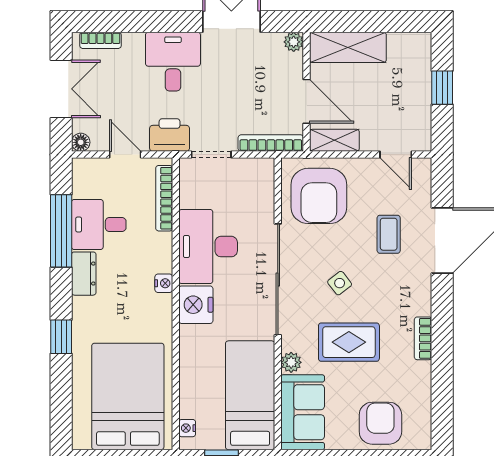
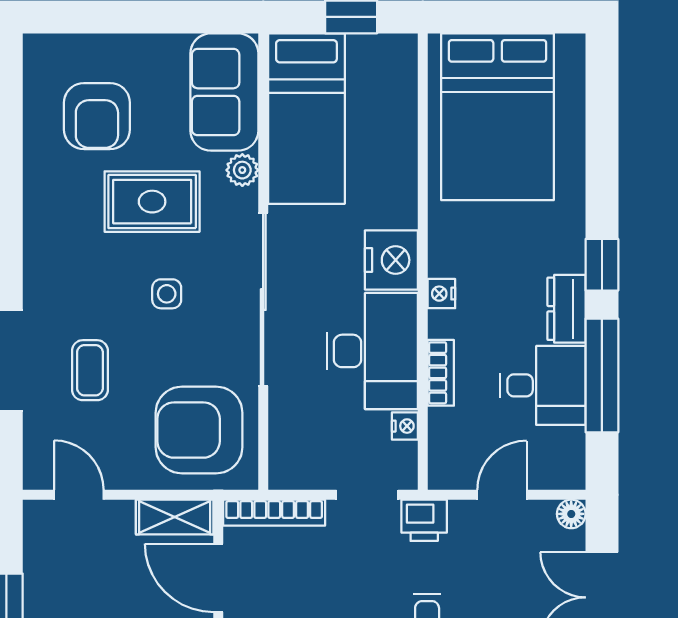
printer: (170, 135) -> (424, 520), width x0.73, depth x0.81
door: (125, 155) -> (502, 495), swing flipped
armchair: (319, 196) -> (199, 430), turned -90
bookcase: (164, 198) -> (441, 373), moved, width x0.64
side table: (340, 283) -> (167, 294), turned 38
window: (61, 337) -> (602, 265), moved
bookcase: (423, 338) -> (36, 207), removed
armchair: (380, 423) -> (97, 116), moved
nightstand: (187, 428) -> (405, 426), moved

